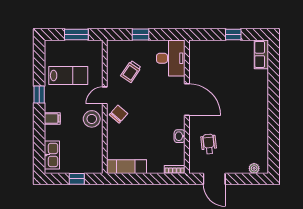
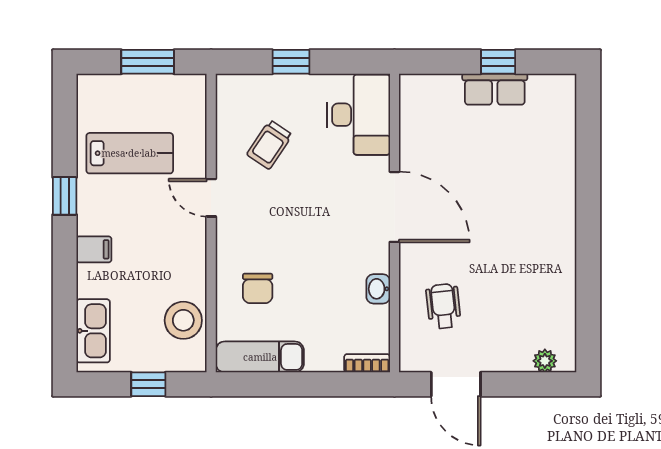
row of seats: (261, 54) -> (495, 89), moved, turned -90
door: (105, 95) -> (211, 198), hinge flipped
chair: (118, 114) -> (258, 288), moved, turned 139
stool: (92, 119) -> (183, 320), moved

